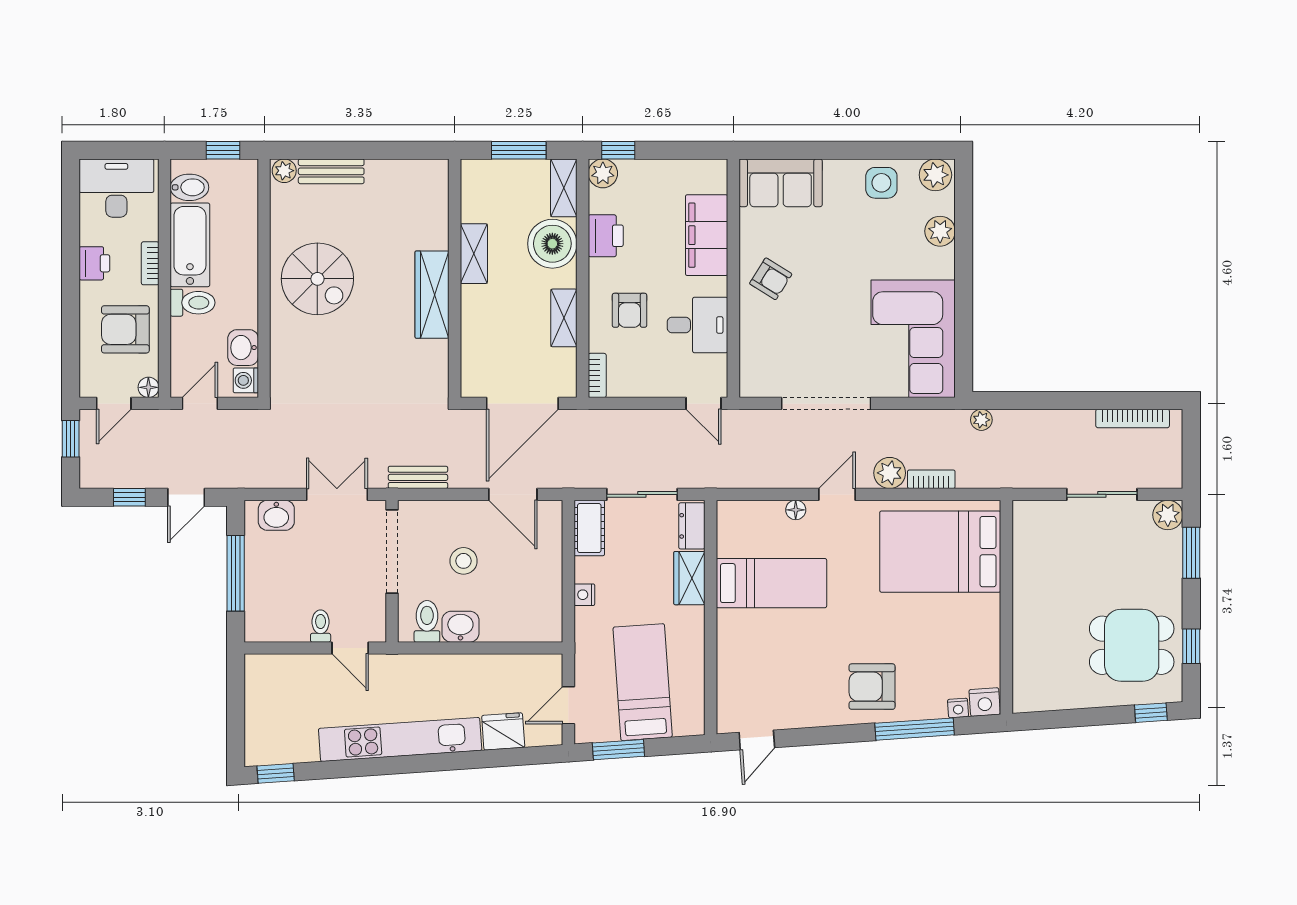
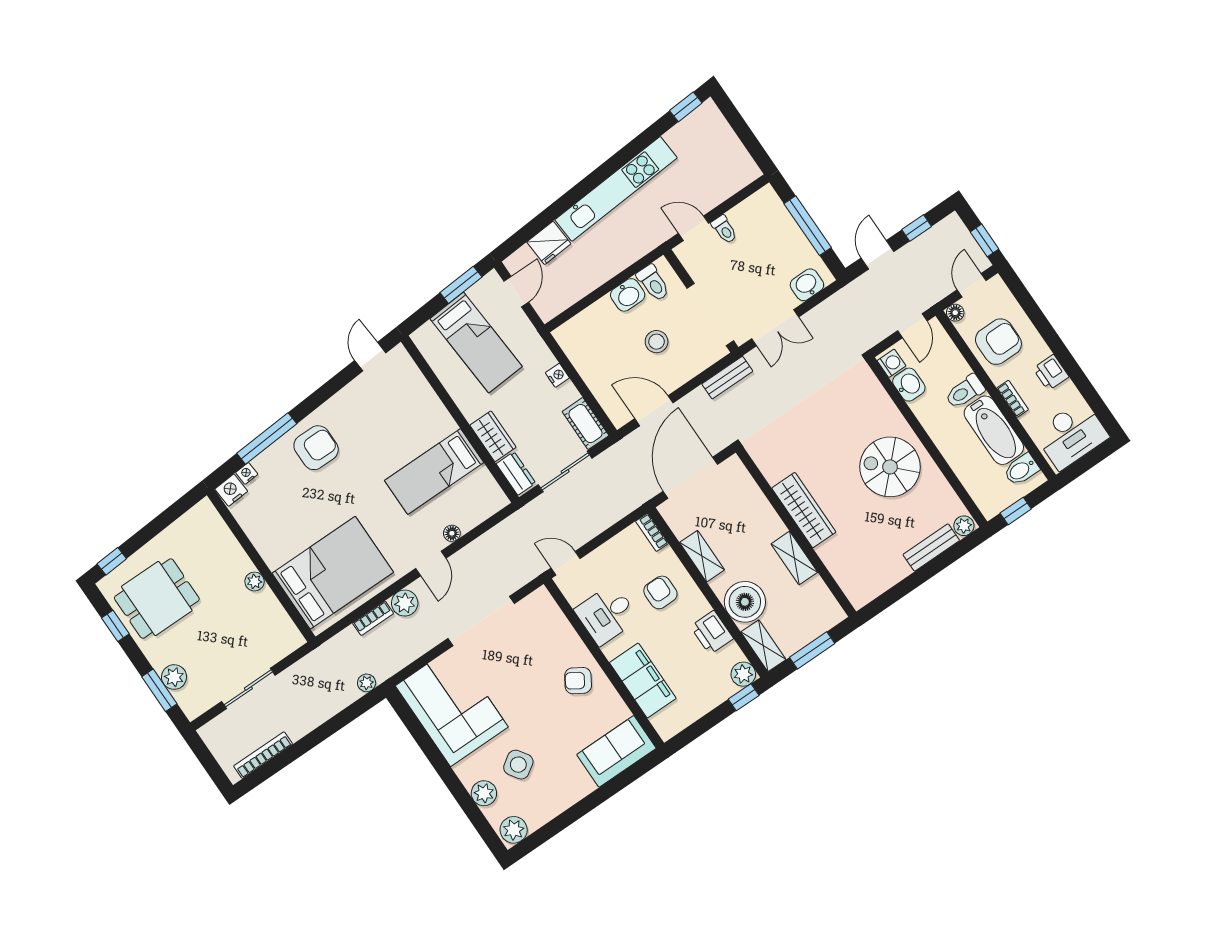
side table: (881, 183) -> (518, 765), moved, turned -34
plant: (1168, 515) -> (174, 677), moved
plant: (1024, 596) -> (255, 581), added

